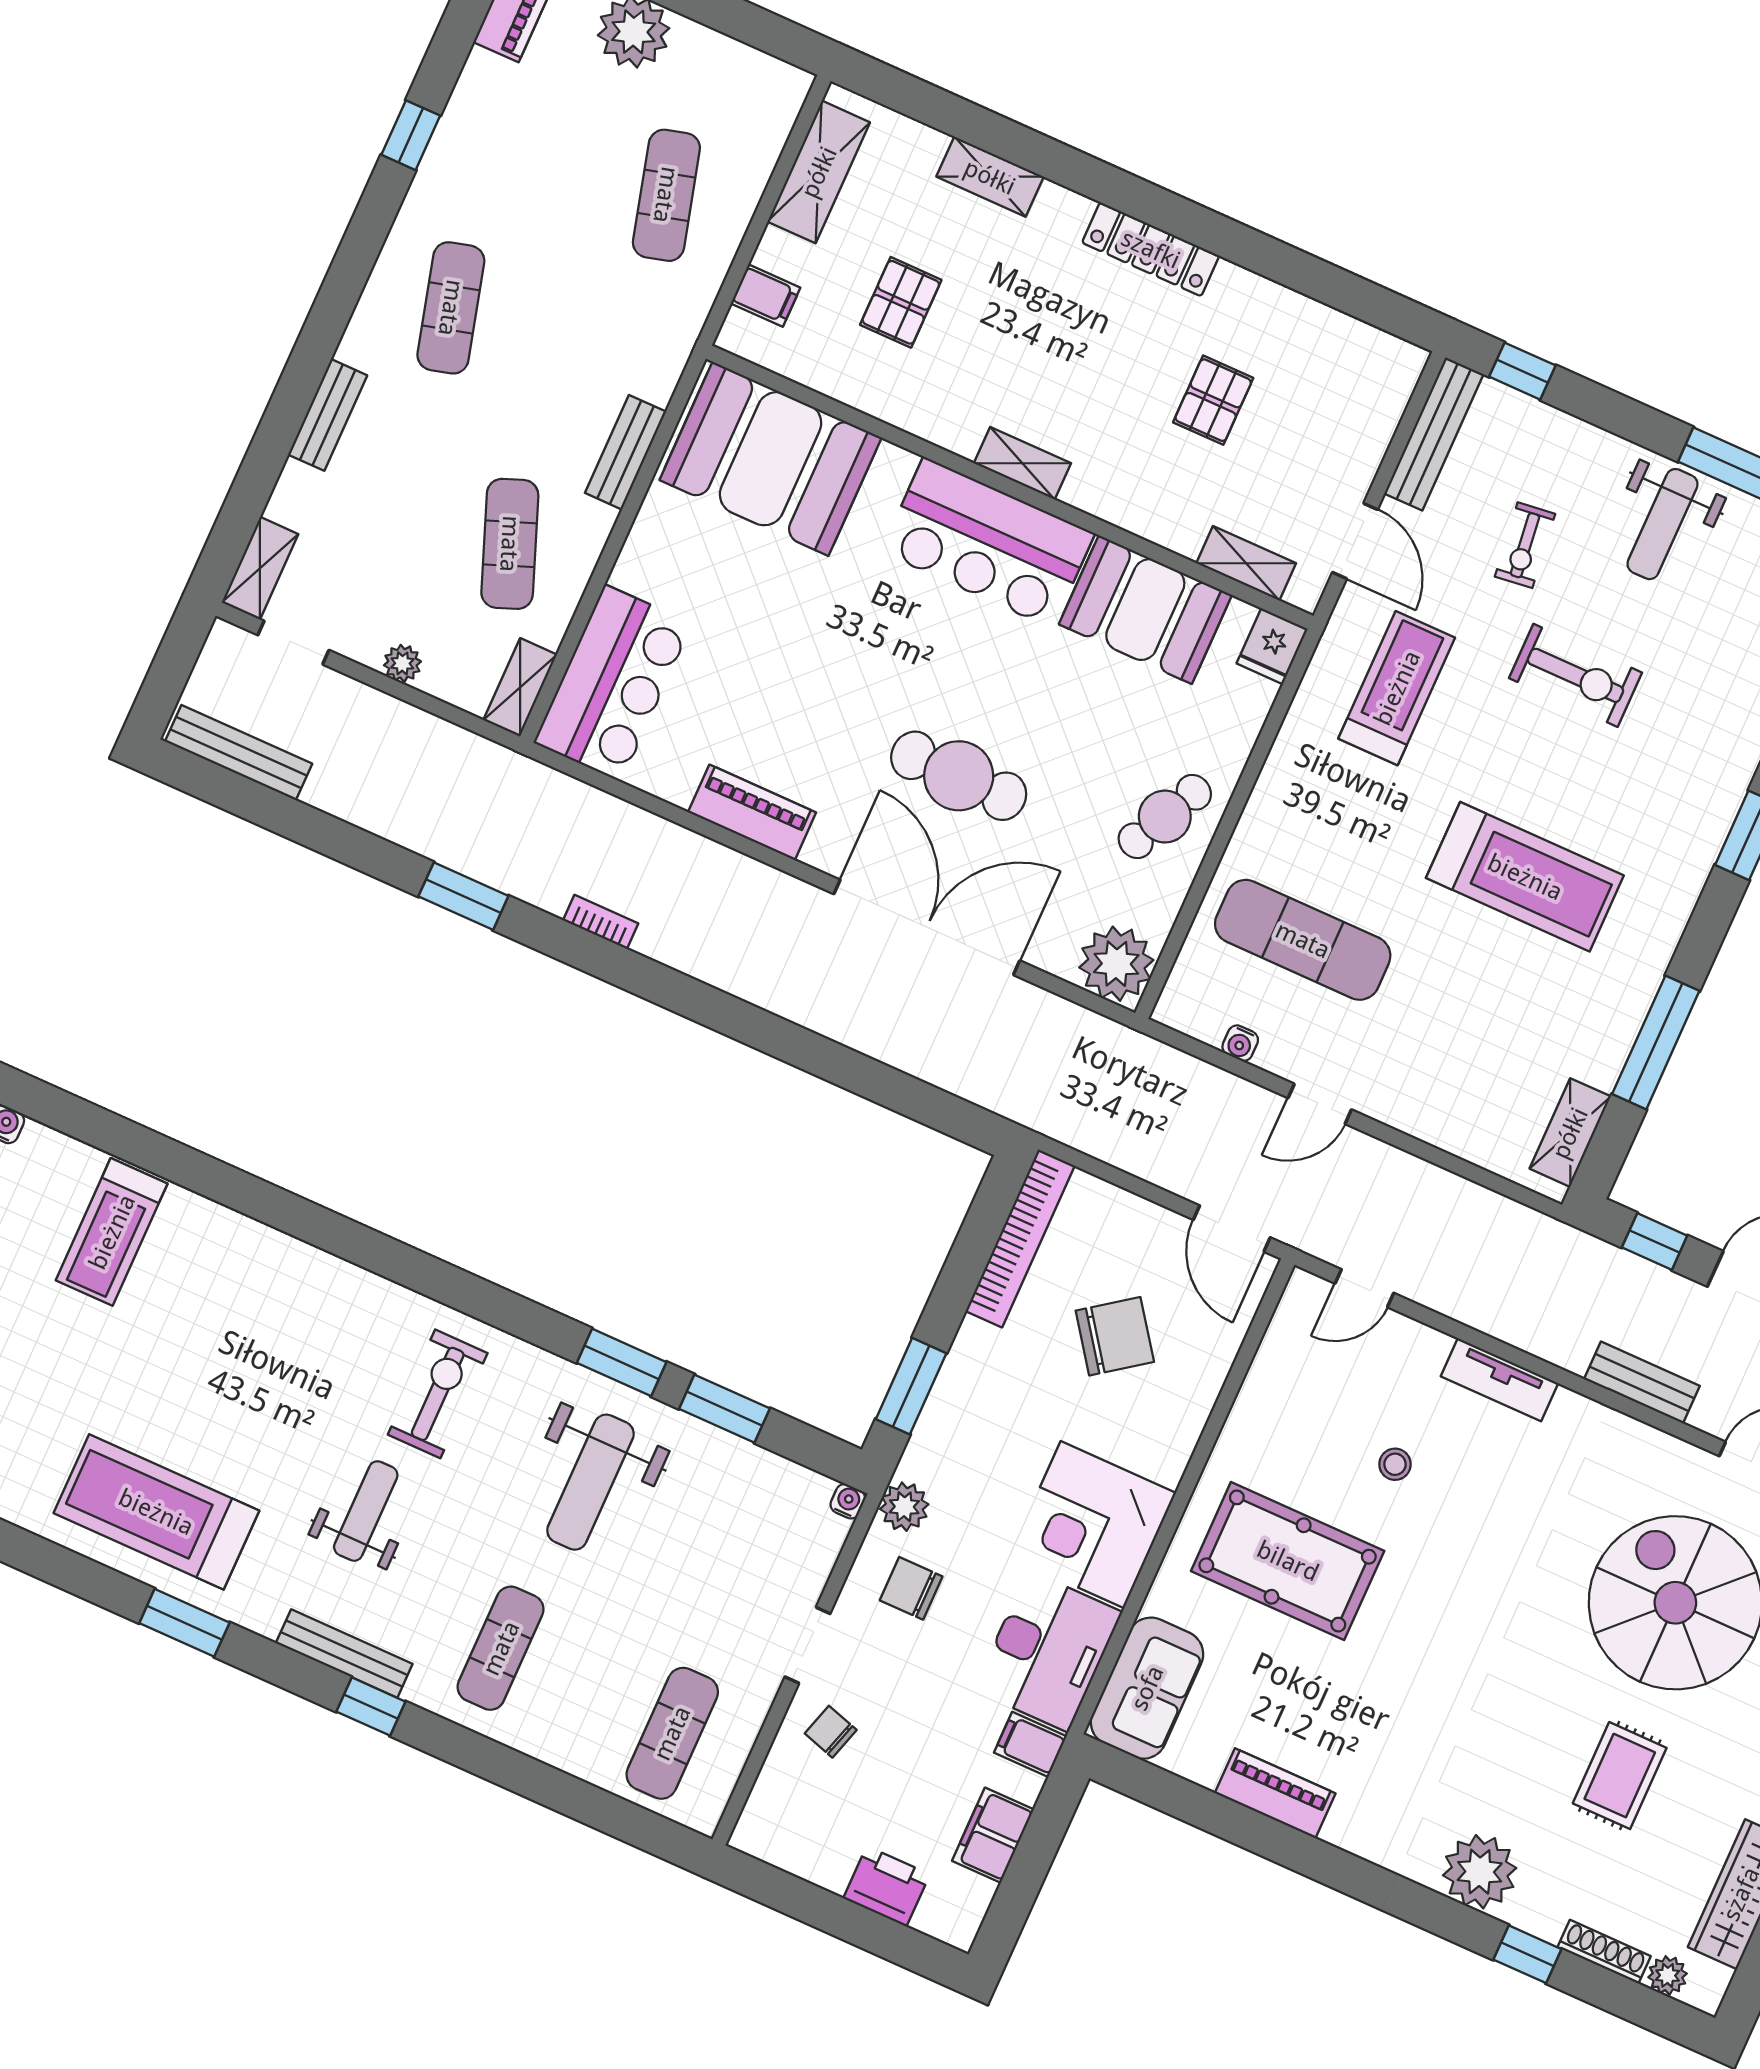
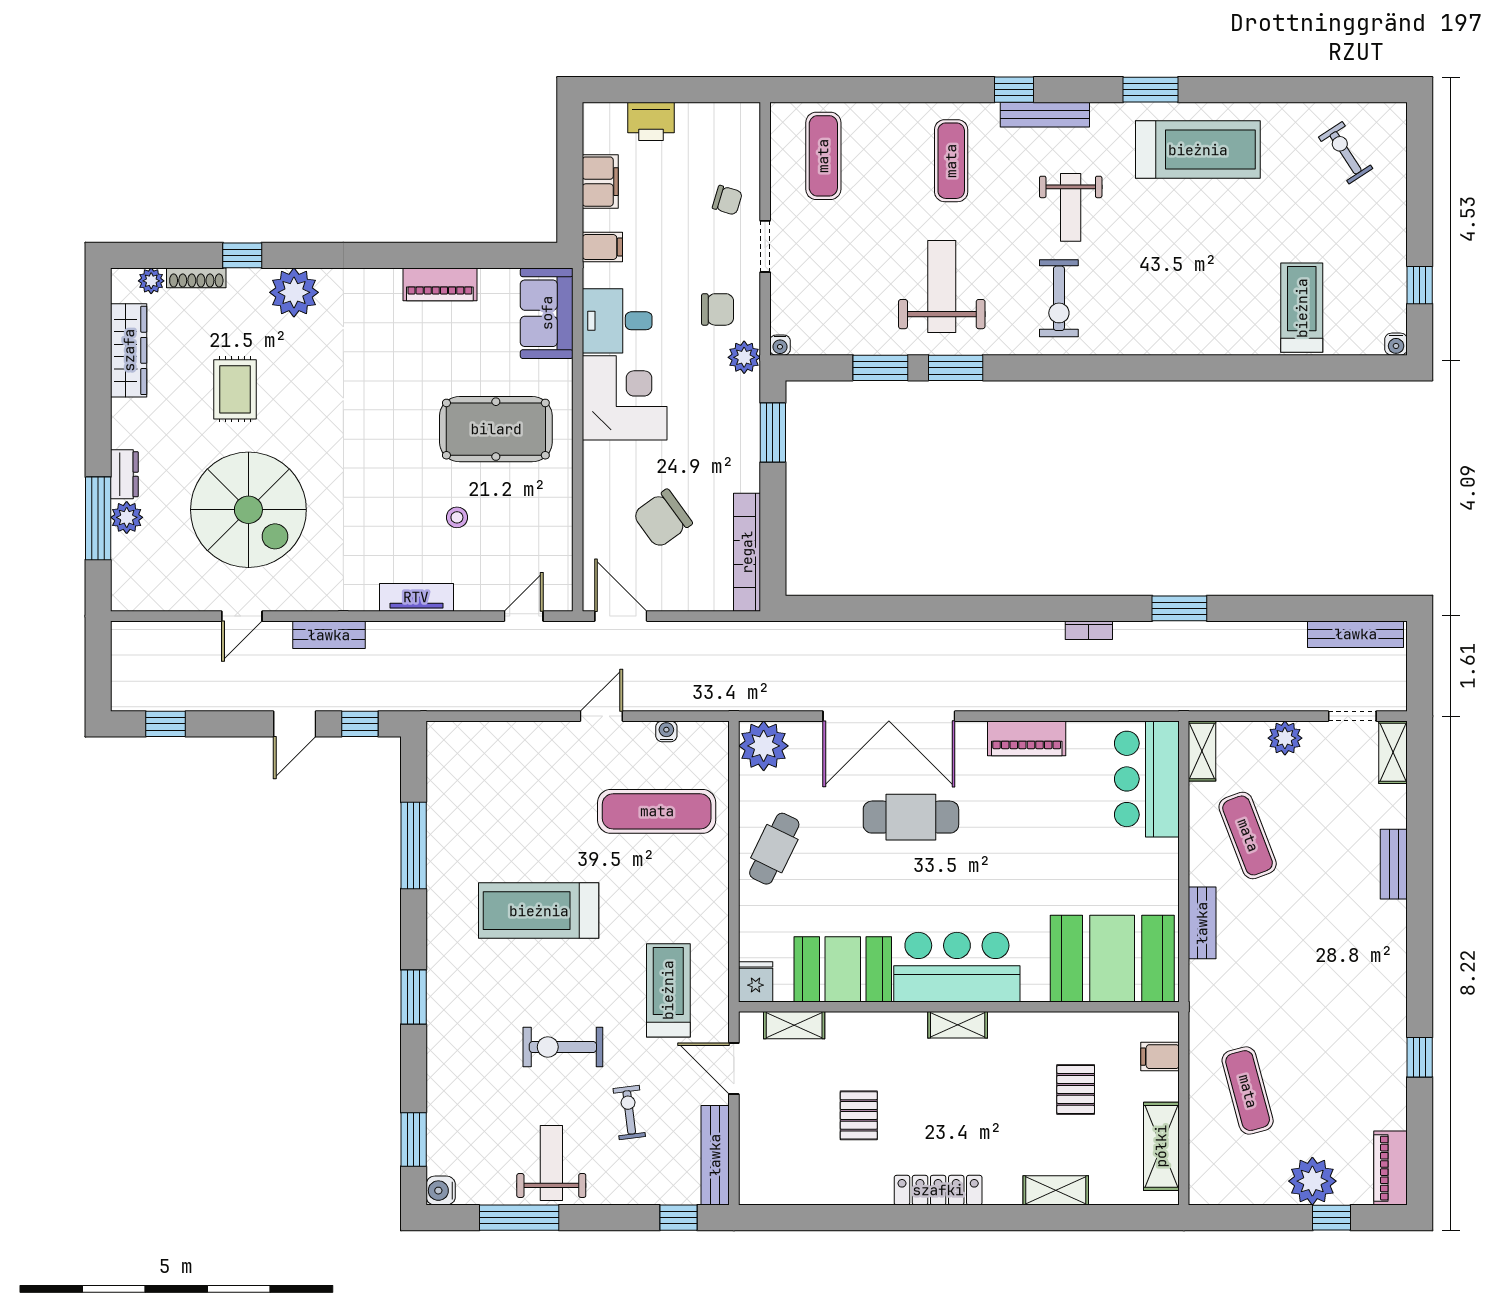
exercise mat: (451, 308) -> (1348, 963), removed
plant: (402, 663) -> (1285, 738), width x1.38, depth x1.38
treadmill: (1397, 688) -> (668, 990), turned 180
shelving: (1570, 1133) -> (441, 767), removed
desk: (1048, 1651) -> (617, 321), width x0.73

